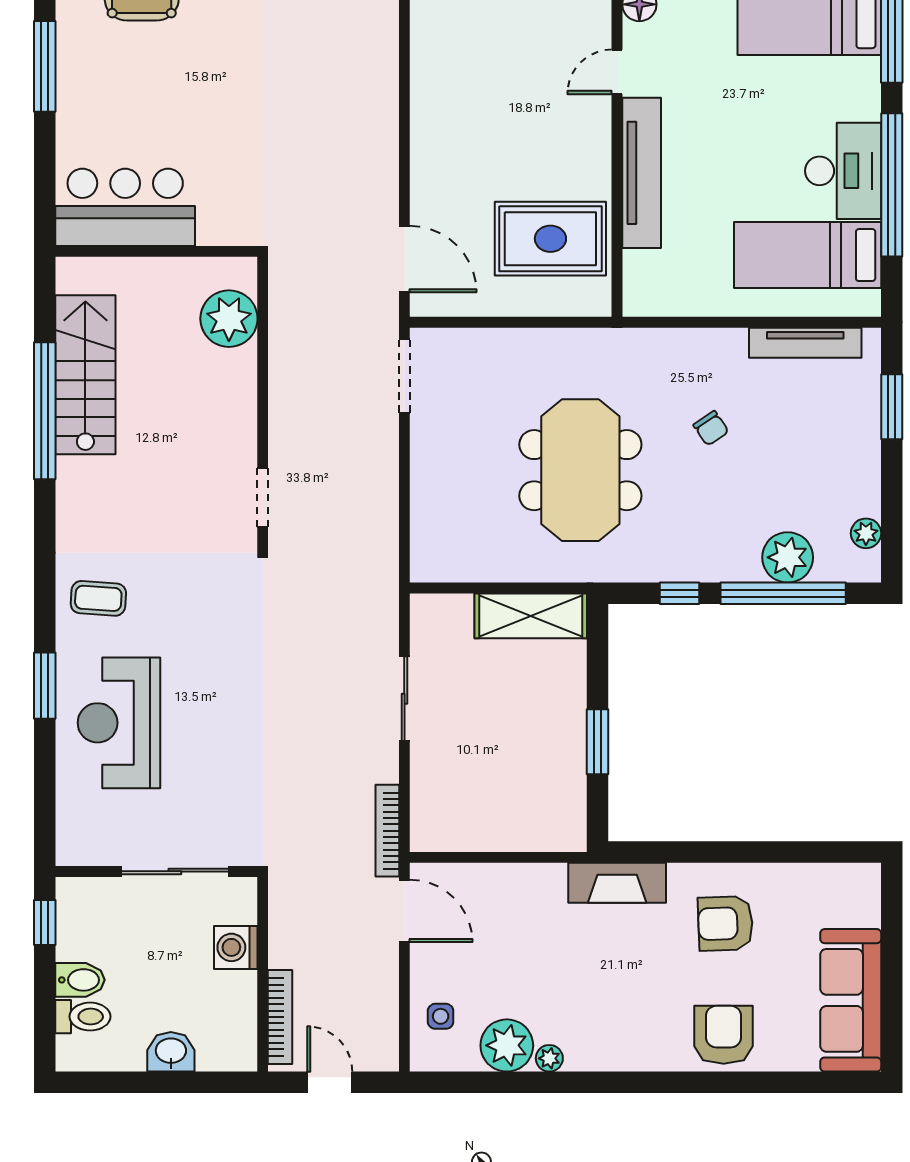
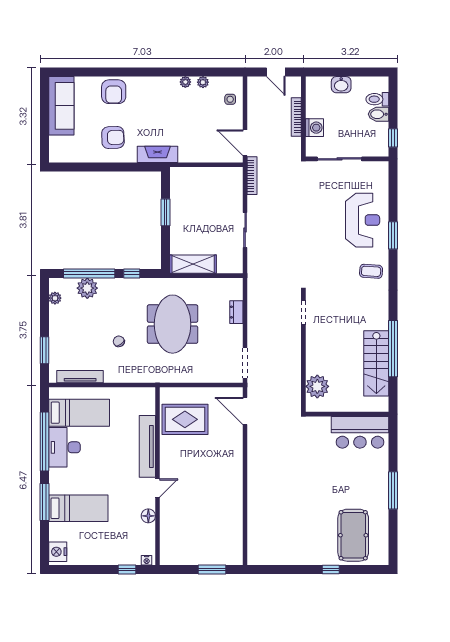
dresser: (425, 499) -> (236, 312), added
bookcase: (280, 1017) -> (296, 117), moved
plant: (507, 1045) -> (203, 82), width x0.53, depth x0.53

